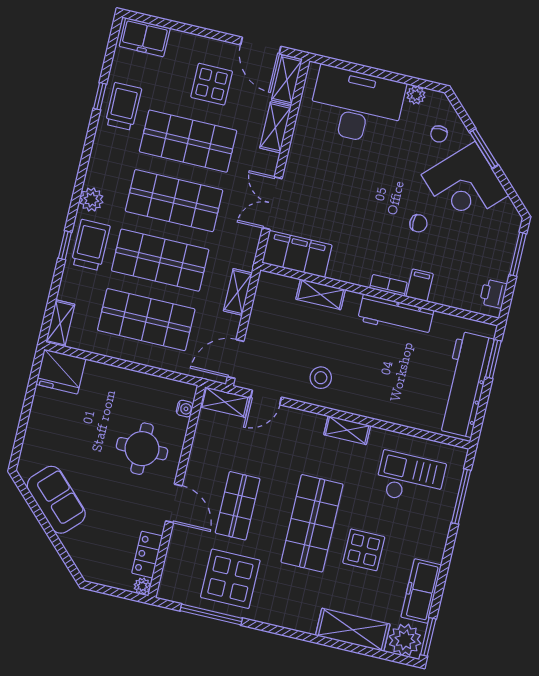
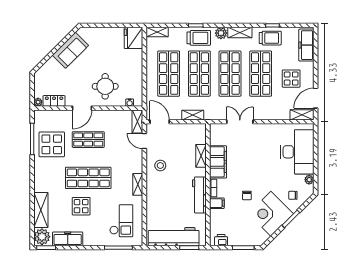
freezer: (145, 37) -> (306, 45), width x1.40
shelving: (275, 127) -> (240, 32), moved
filing cabinet: (297, 254) -> (218, 162), moved

